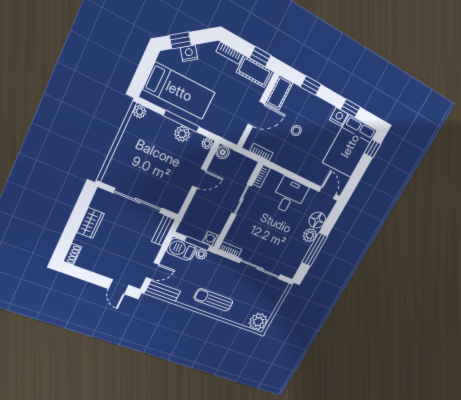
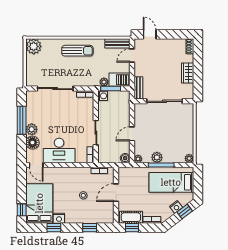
cot: (279, 93) -> (108, 213), removed
desk: (289, 196) -> (59, 150), width x1.37

